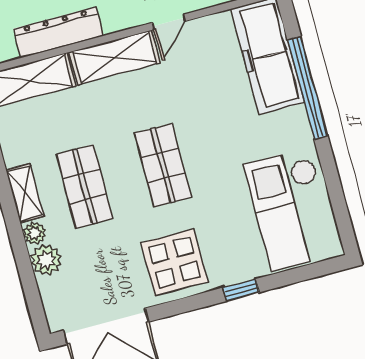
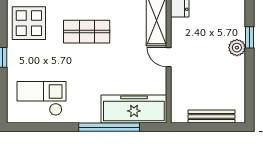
checkout: (290, 209) -> (42, 98), width x0.73, depth x0.83

